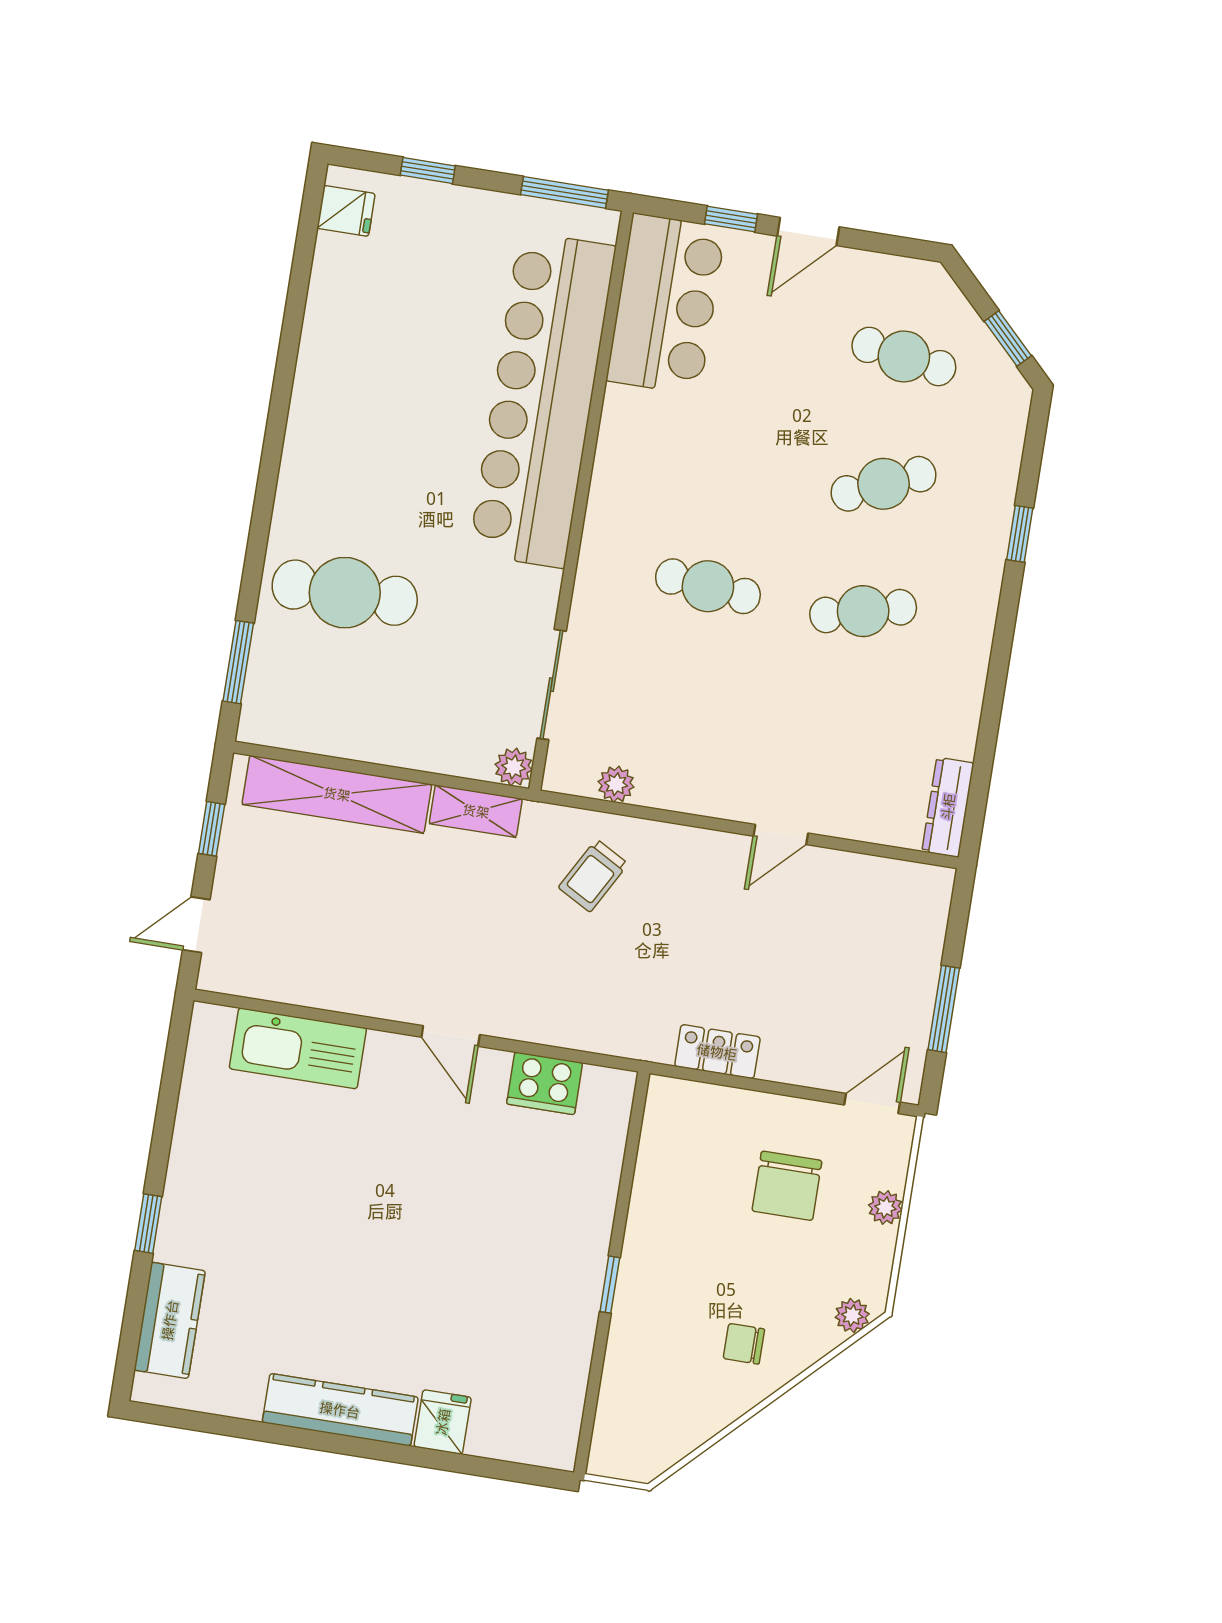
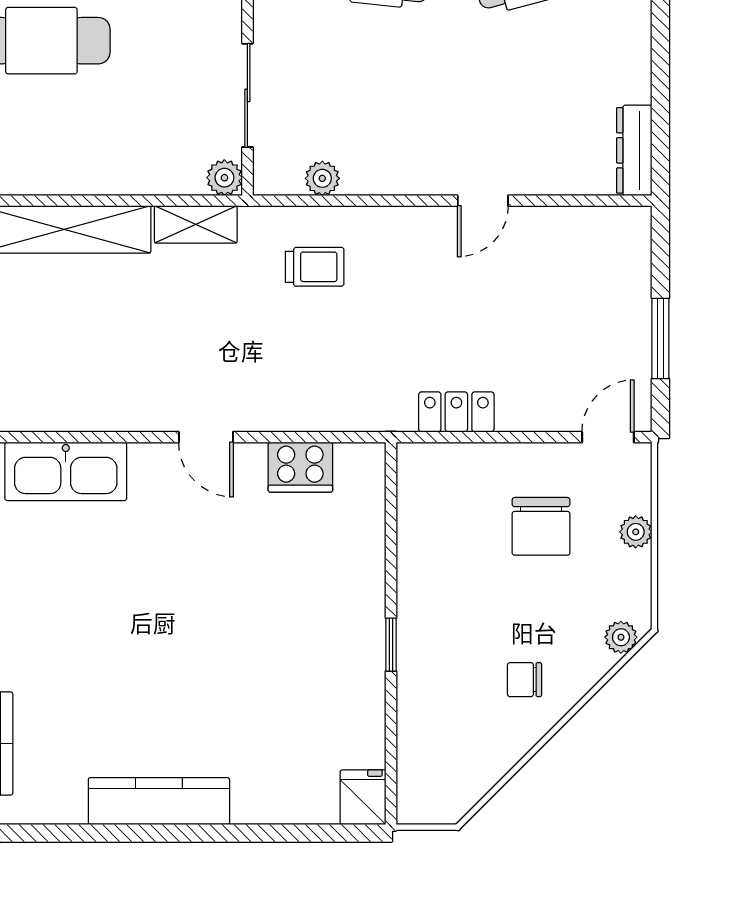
trolley: (593, 876) -> (315, 267), turned -119
fridge: (443, 1422) -> (363, 797), moved

